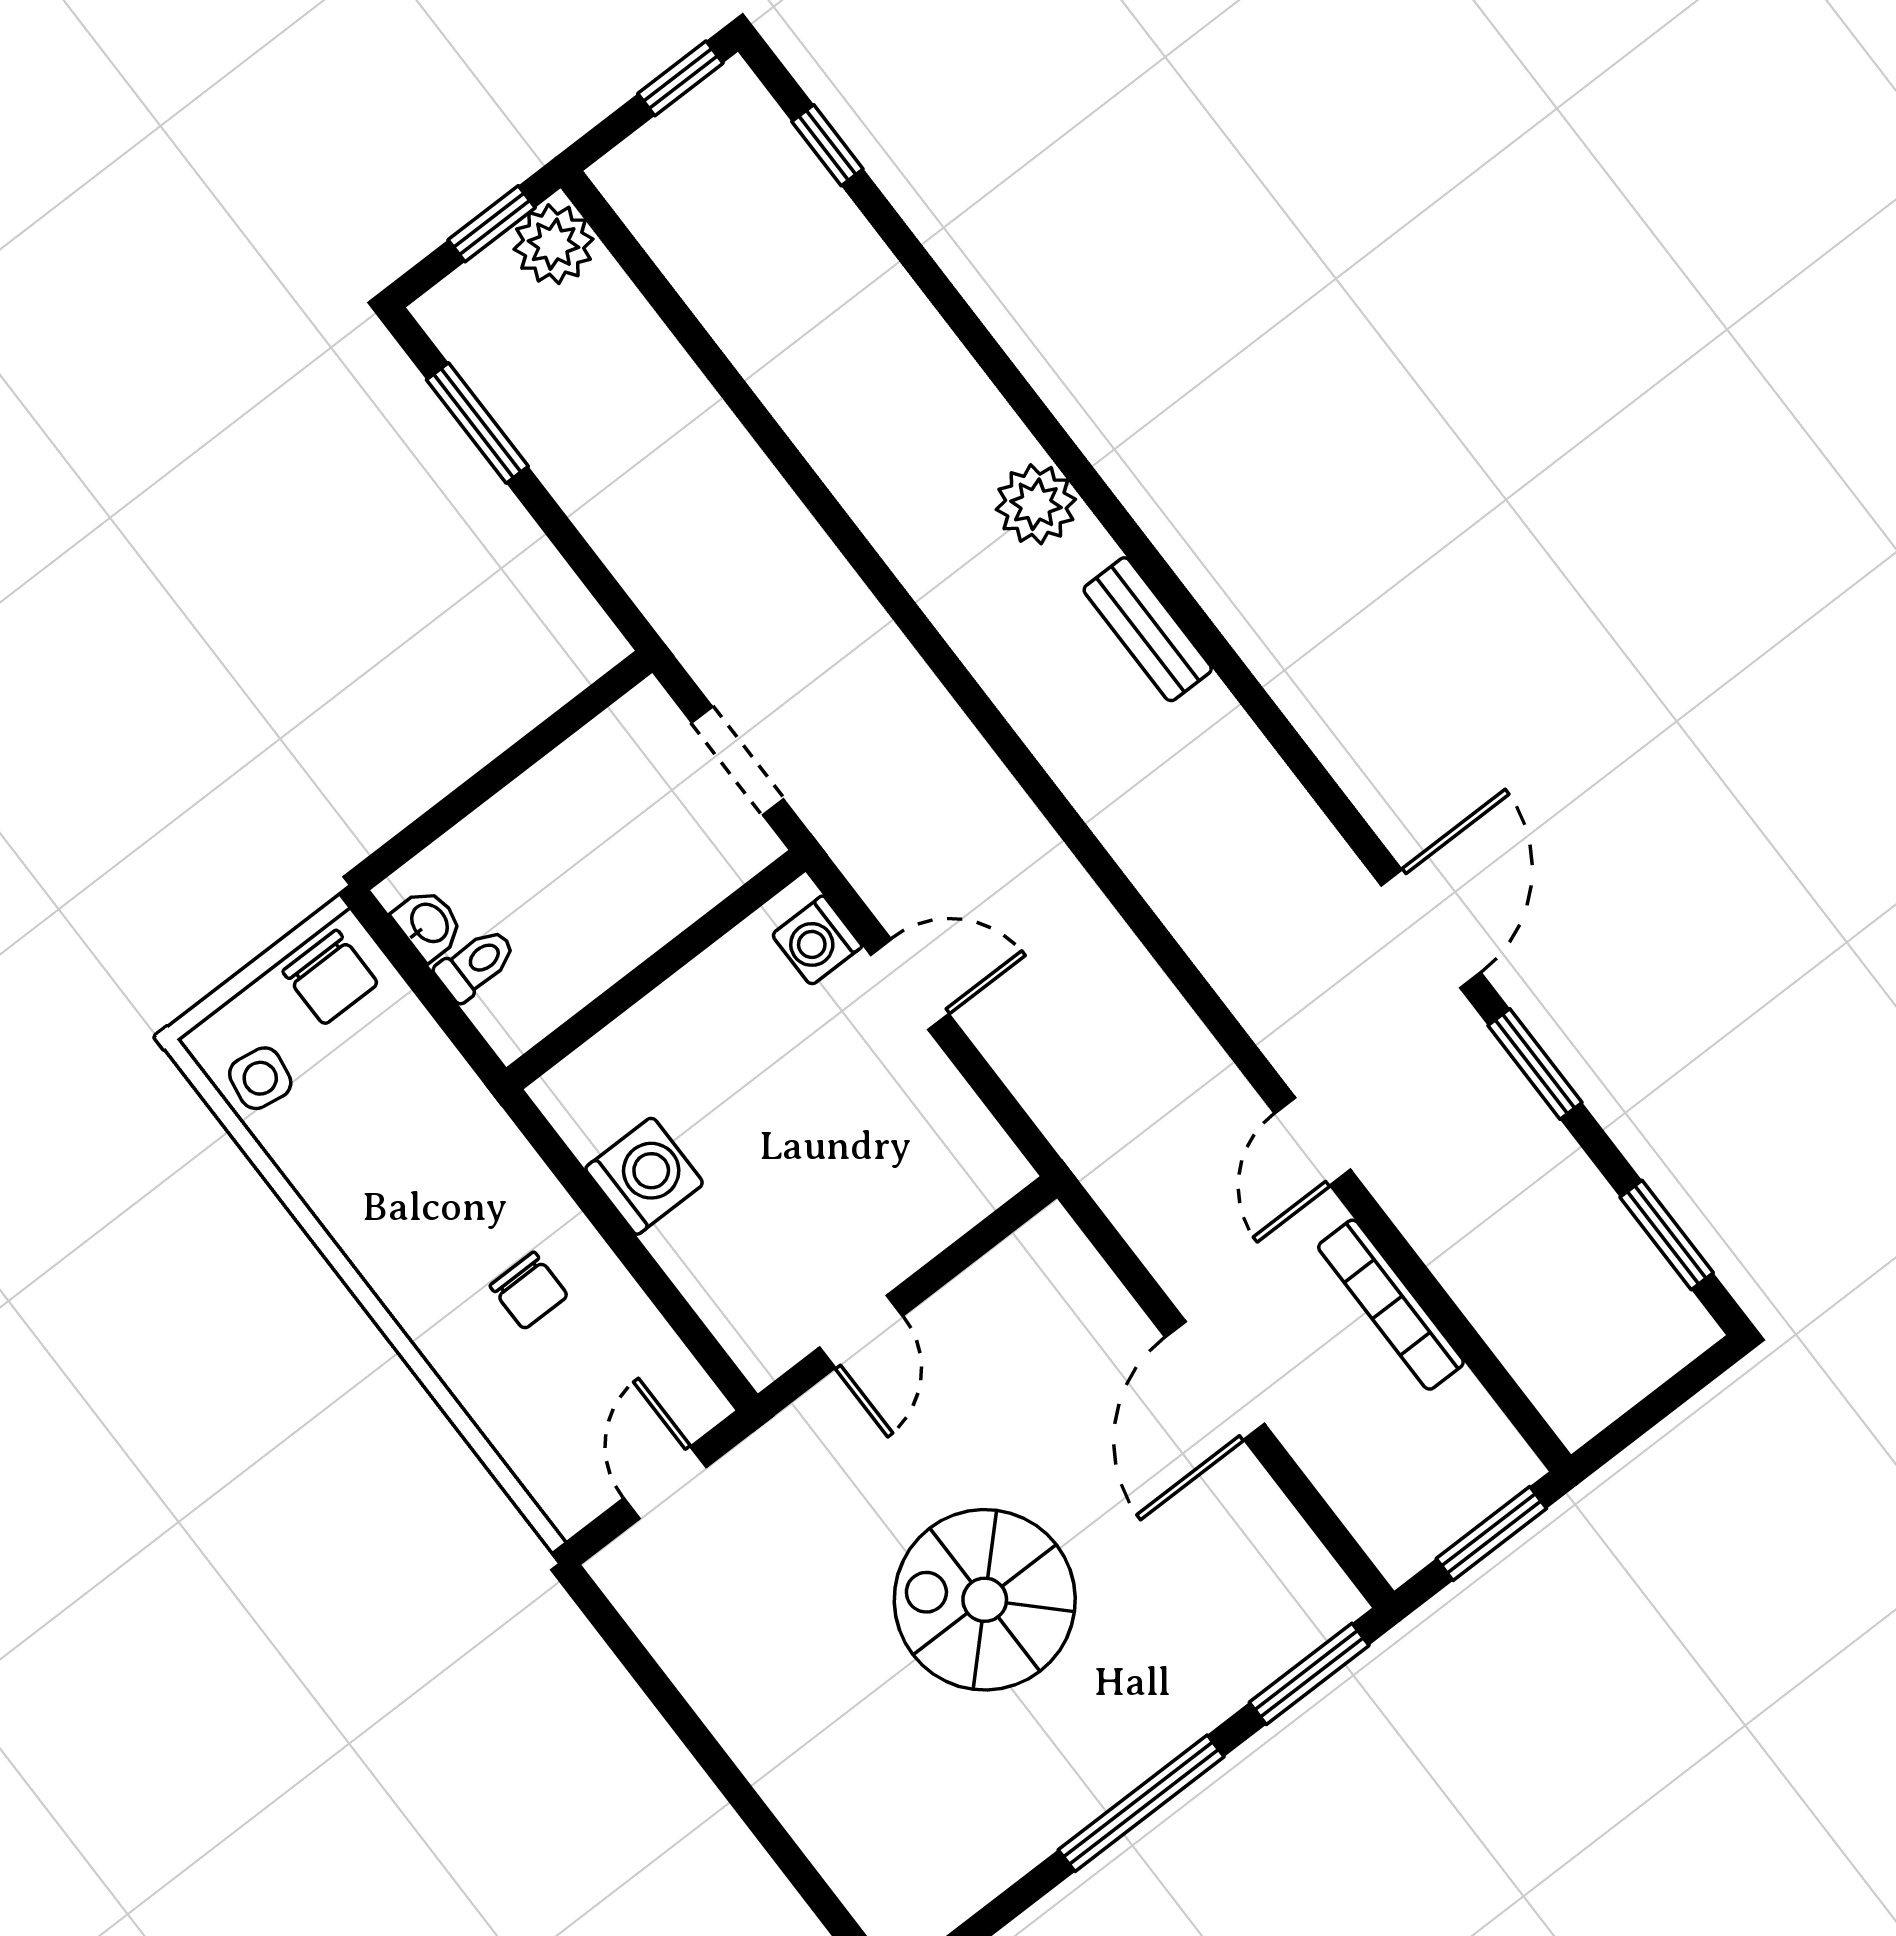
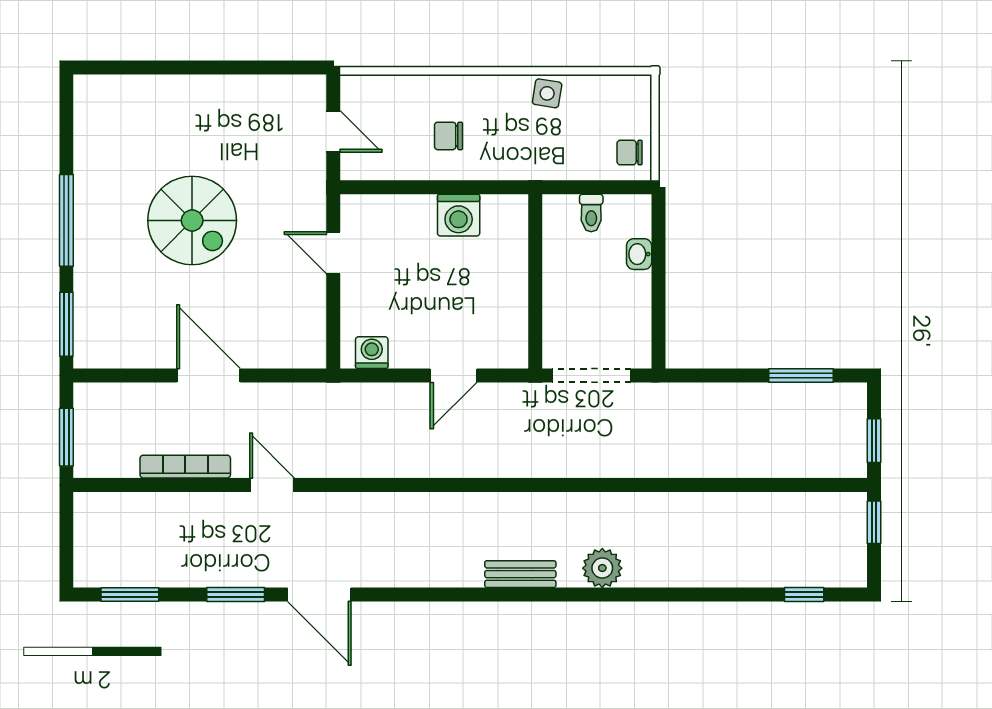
window: (680, 78) -> (874, 522), moved
plant: (554, 244) -> (848, 459), removed
doorway: (738, 761) -> (592, 375), width x1.38
washbasin: (428, 924) -> (639, 254), moved, turned 90
washing machine: (817, 940) -> (372, 353), moved
chair: (330, 977) -> (630, 153), width x0.73, depth x0.73
side table: (260, 1078) -> (547, 93), moved
spiral stairs: (985, 1600) -> (192, 220), turned 90

